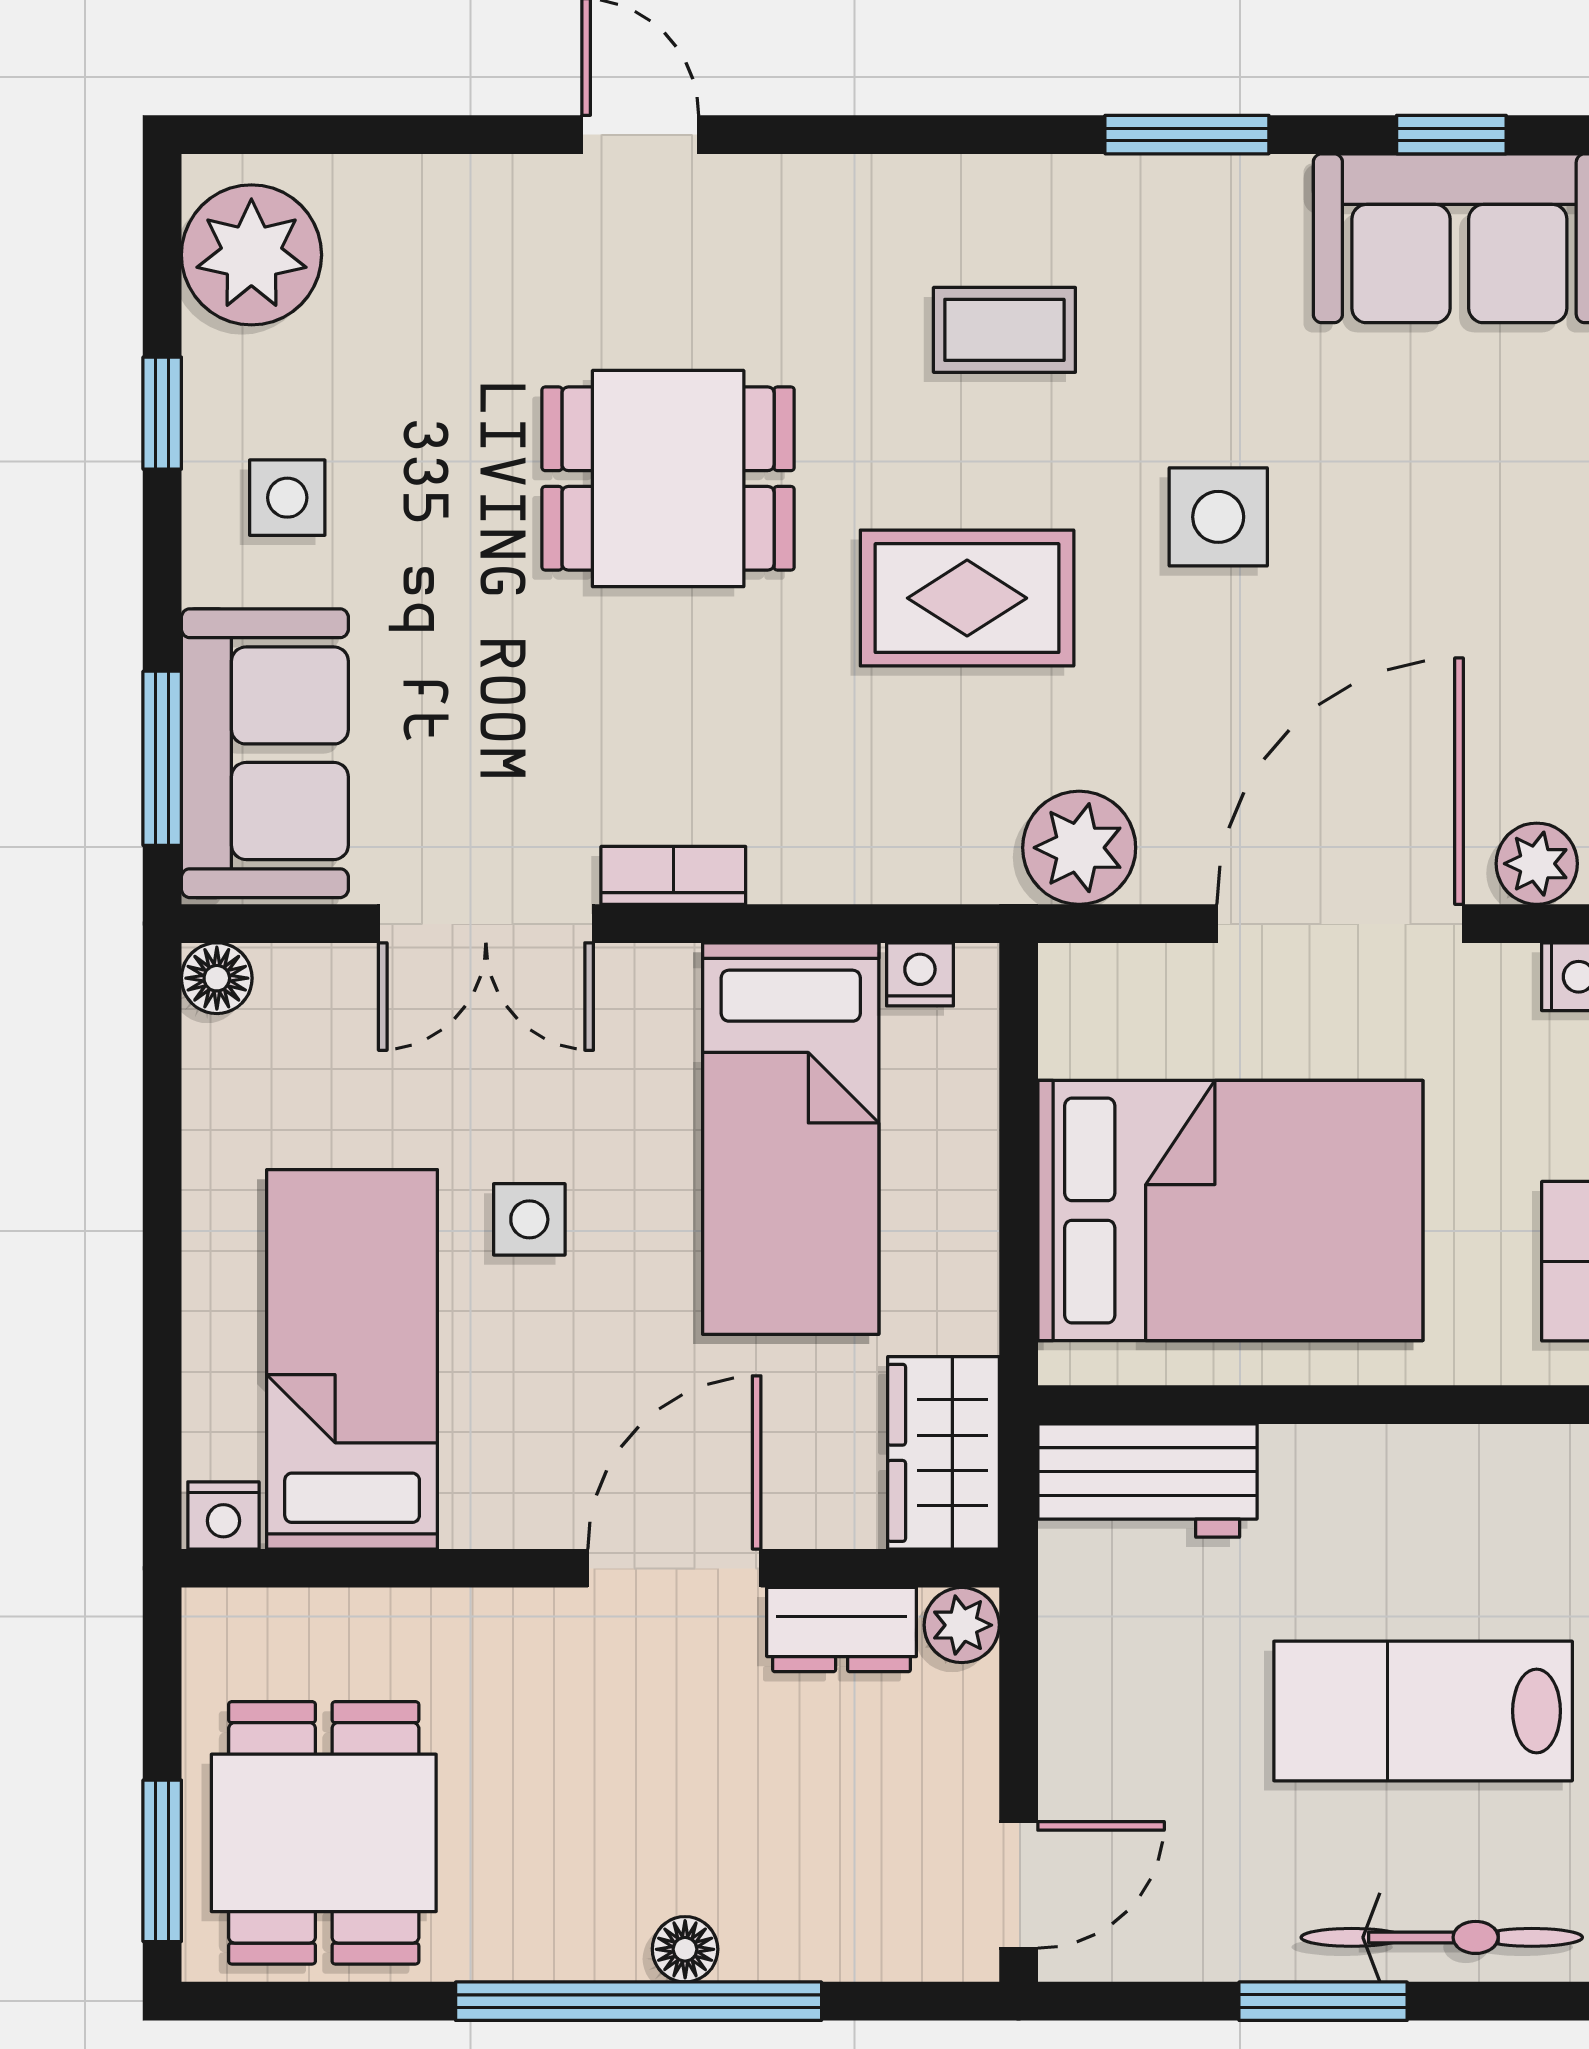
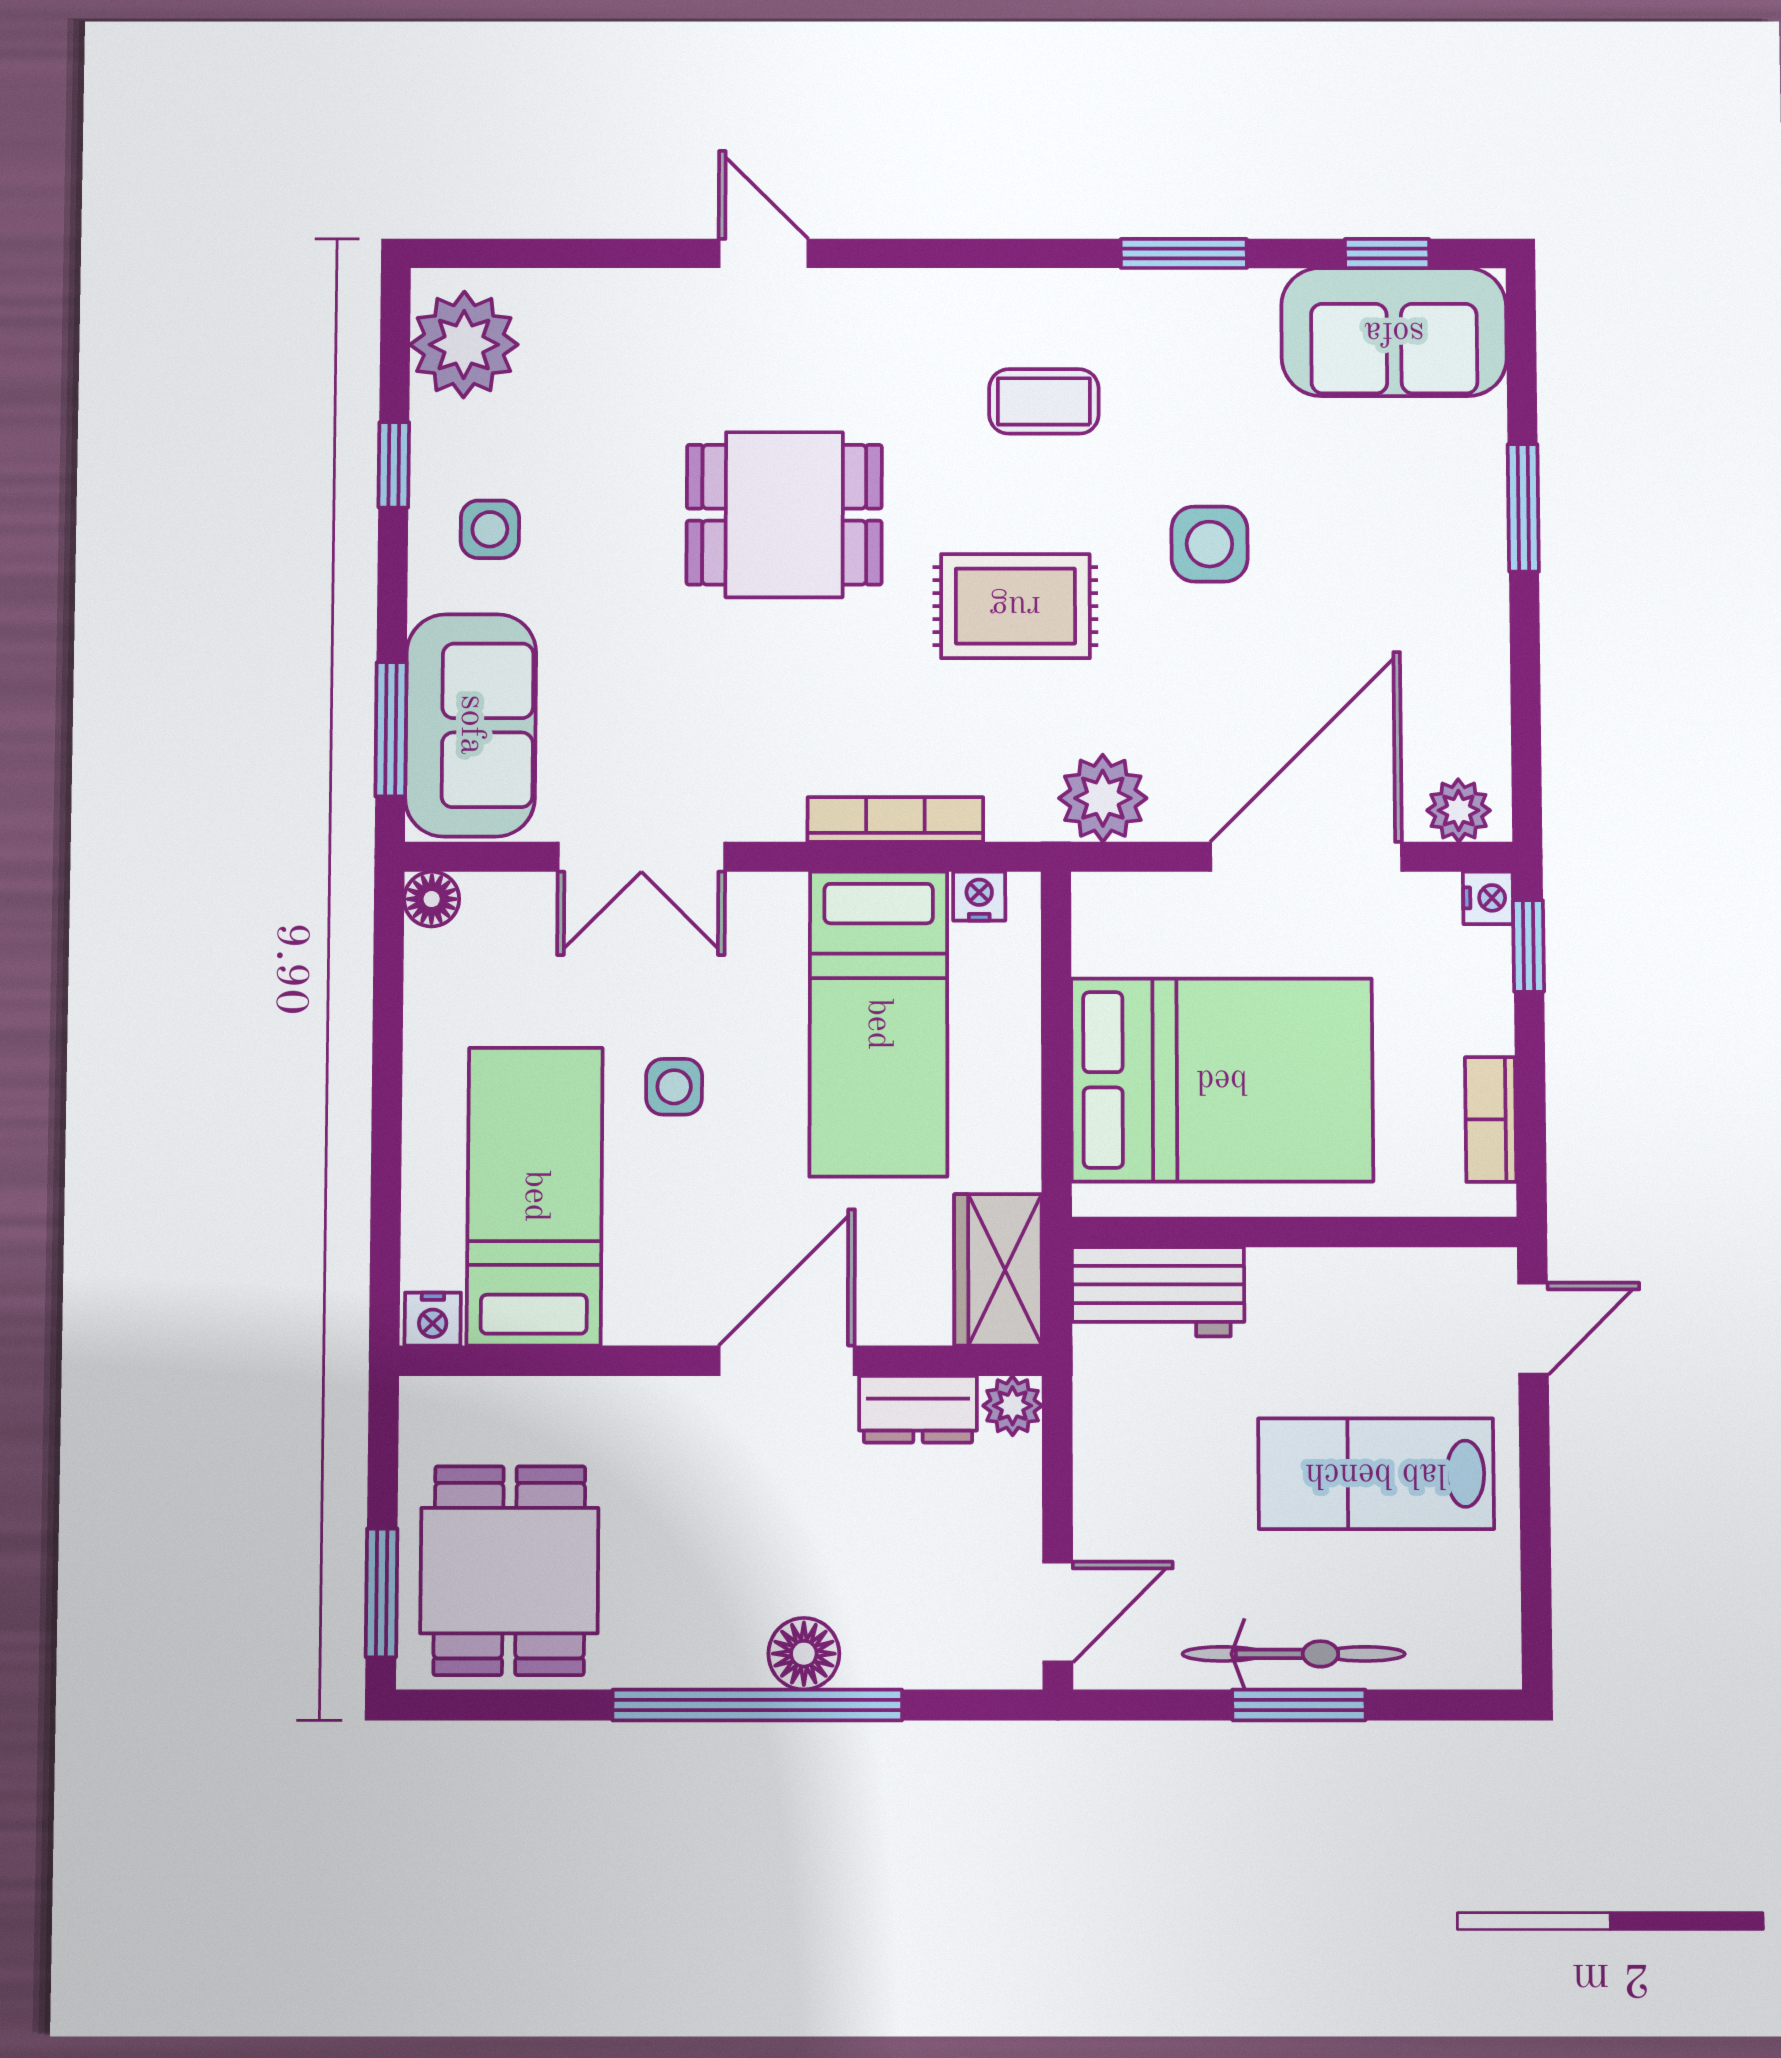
bookcase: (673, 875) -> (895, 820), moved, width x1.56
bicycle: (1442, 1937) -> (1294, 1654), moved
floor lamp: (685, 1949) -> (804, 1654), width x1.37, depth x1.37

